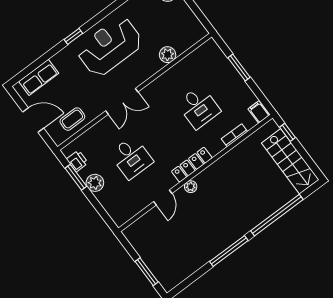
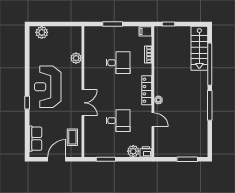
printer: (77, 161) -> (146, 152), moved
stairs: (290, 161) -> (199, 48), moved, turned 90
plant: (95, 183) -> (133, 151), moved

